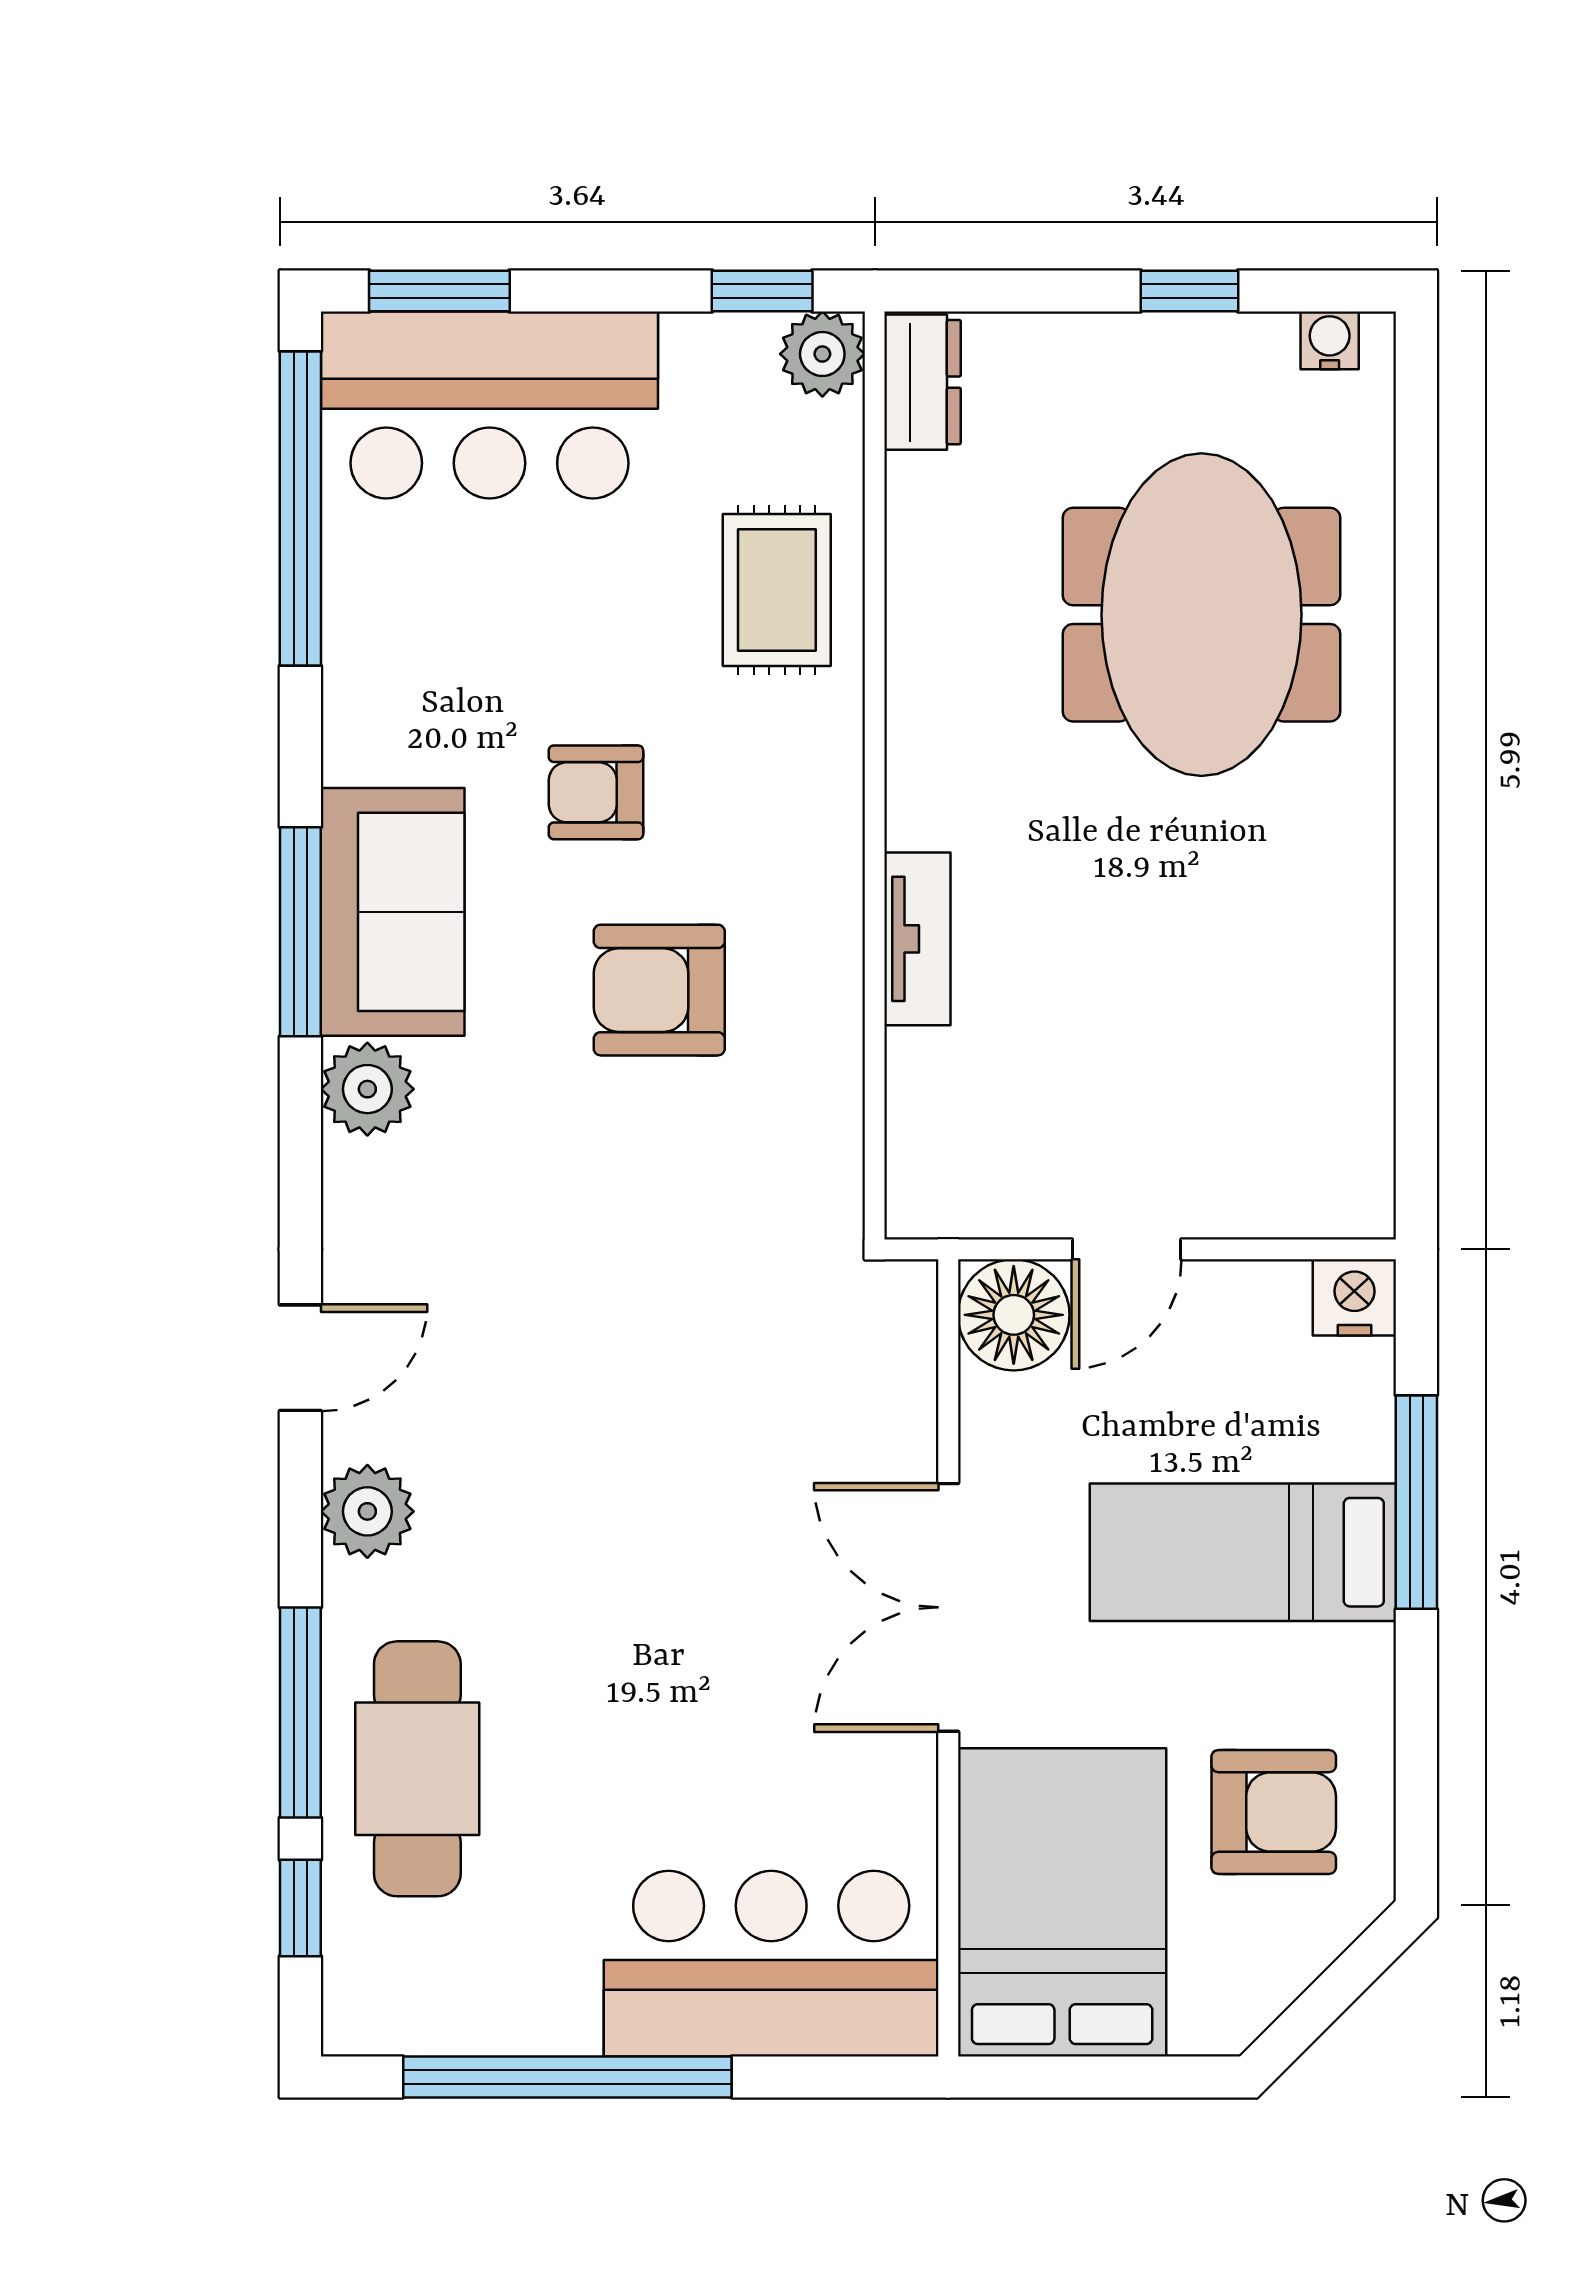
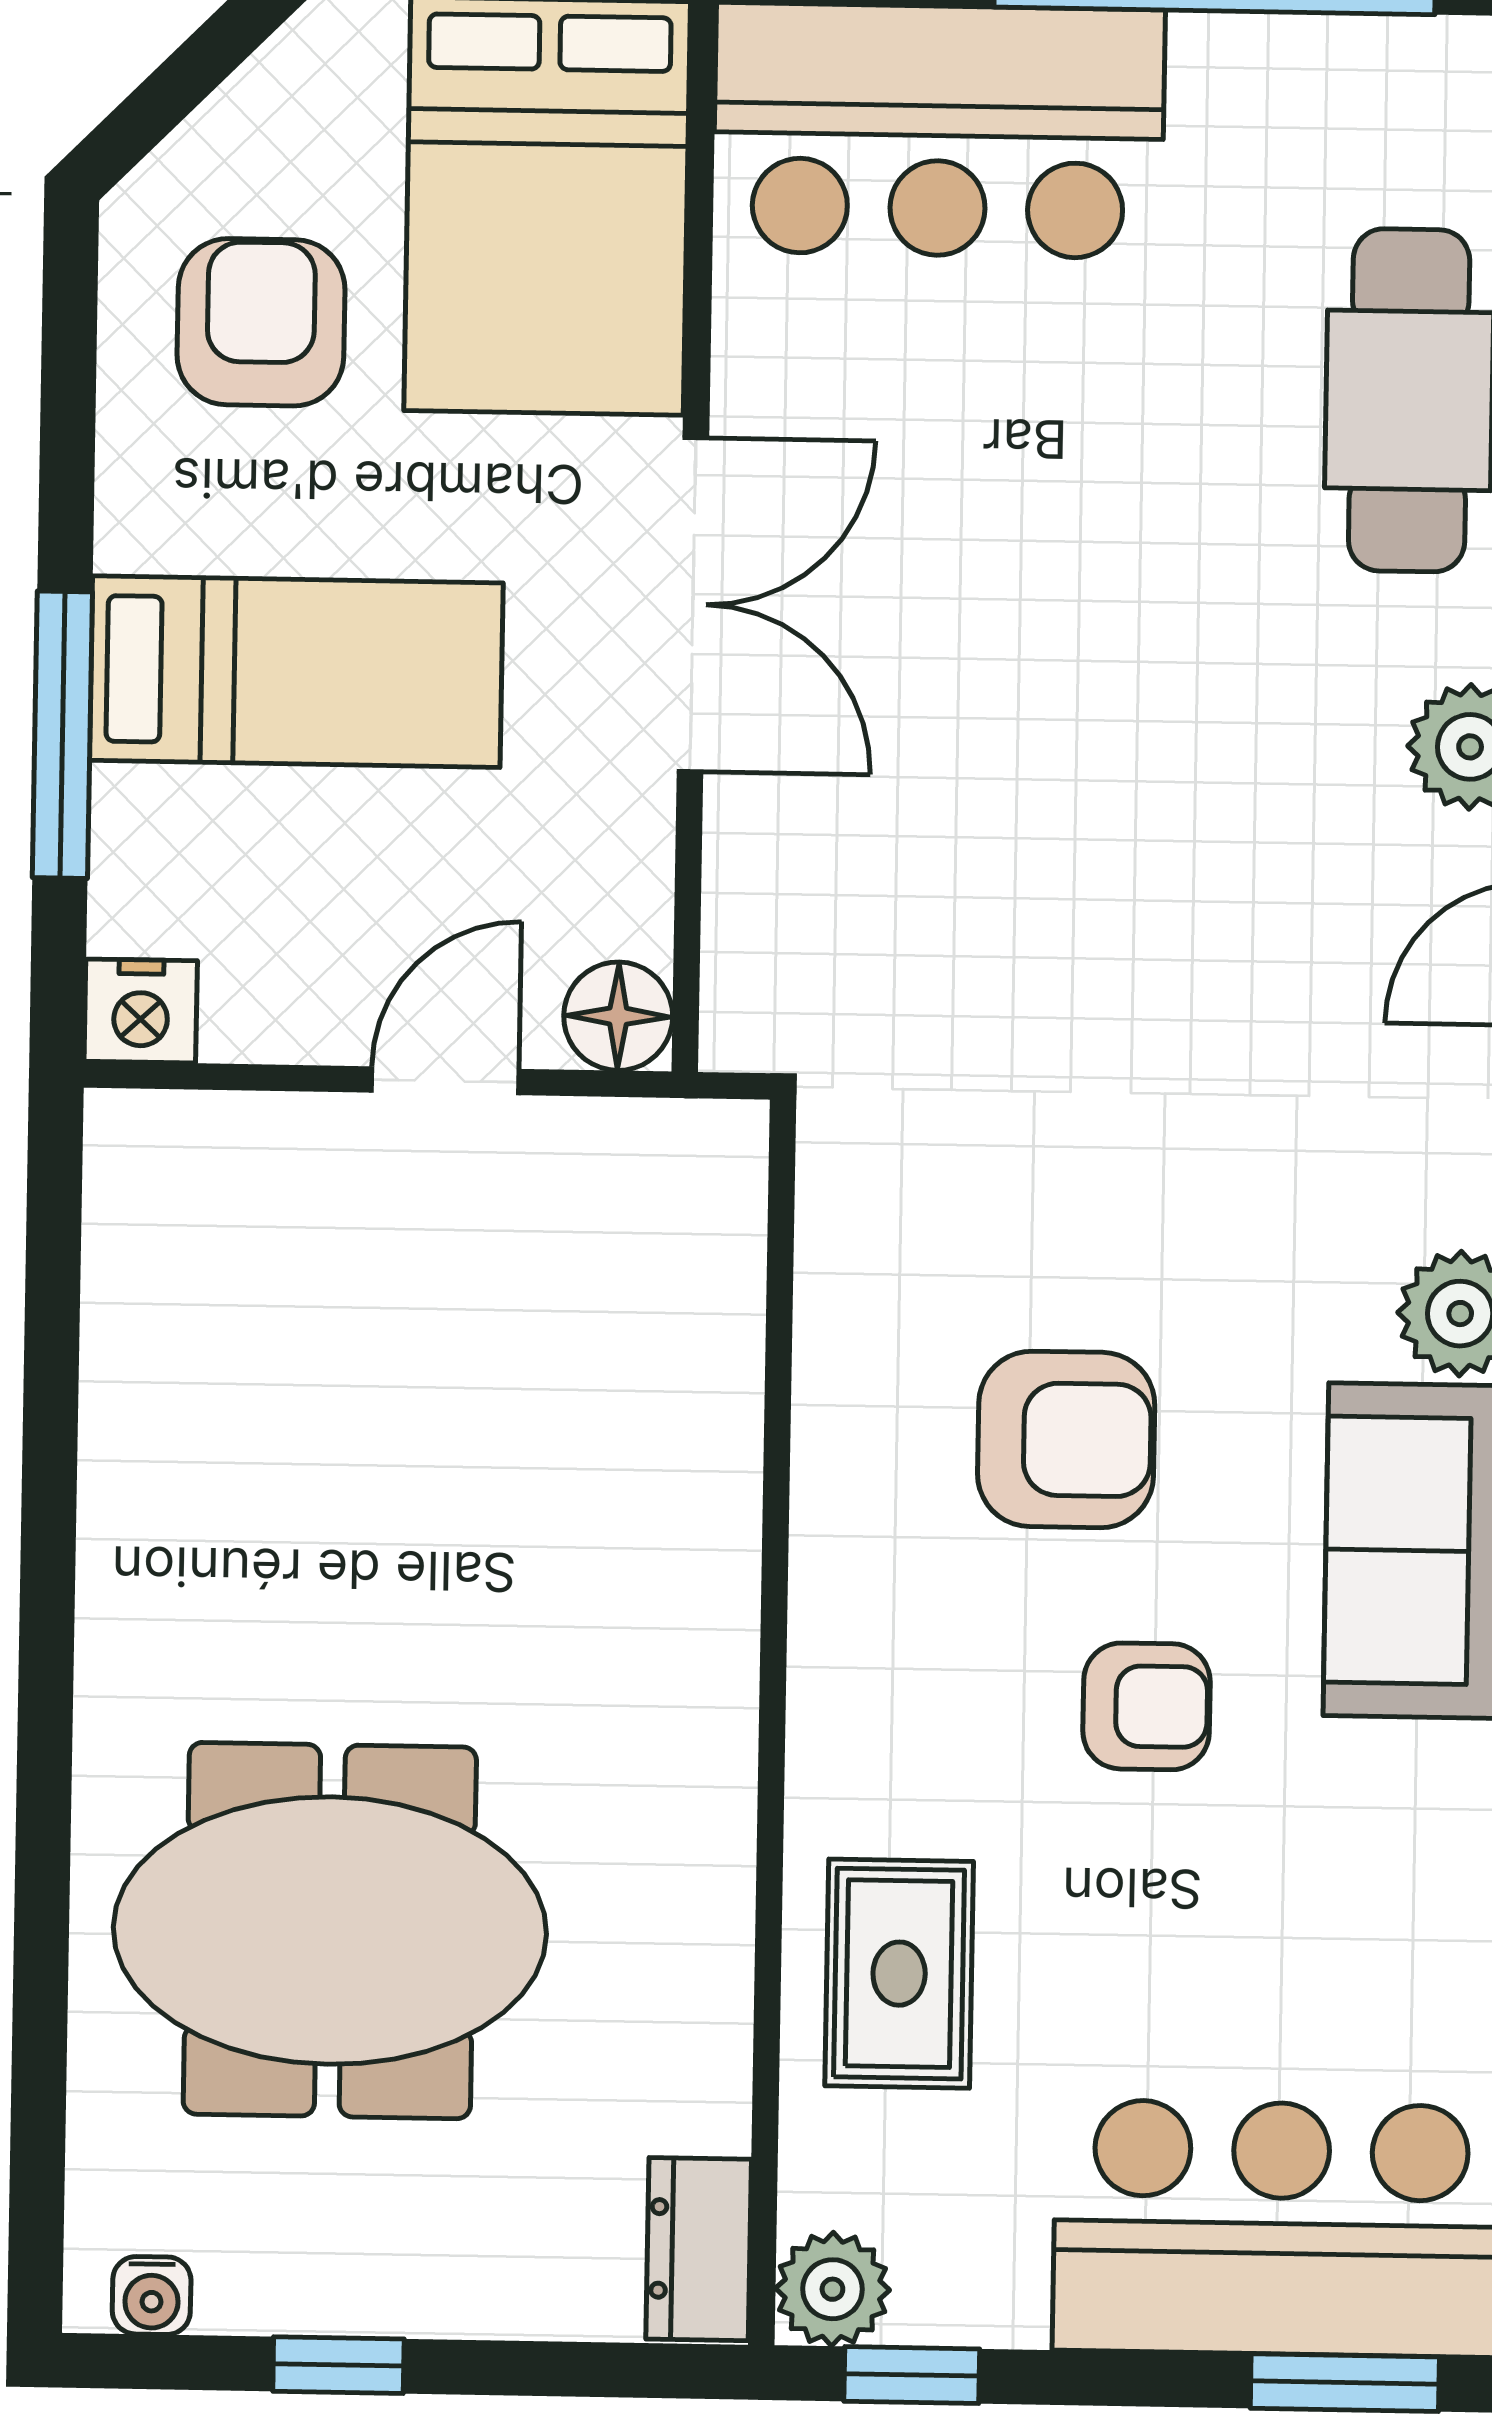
meeting table: (1201, 615) -> (330, 1931), turned 90
tv unit: (917, 939) -> (719, 1502), removed
floor lamp: (1014, 1315) -> (618, 1016), width x0.73, depth x0.73
armchair: (1274, 1812) -> (261, 322), turned 90

